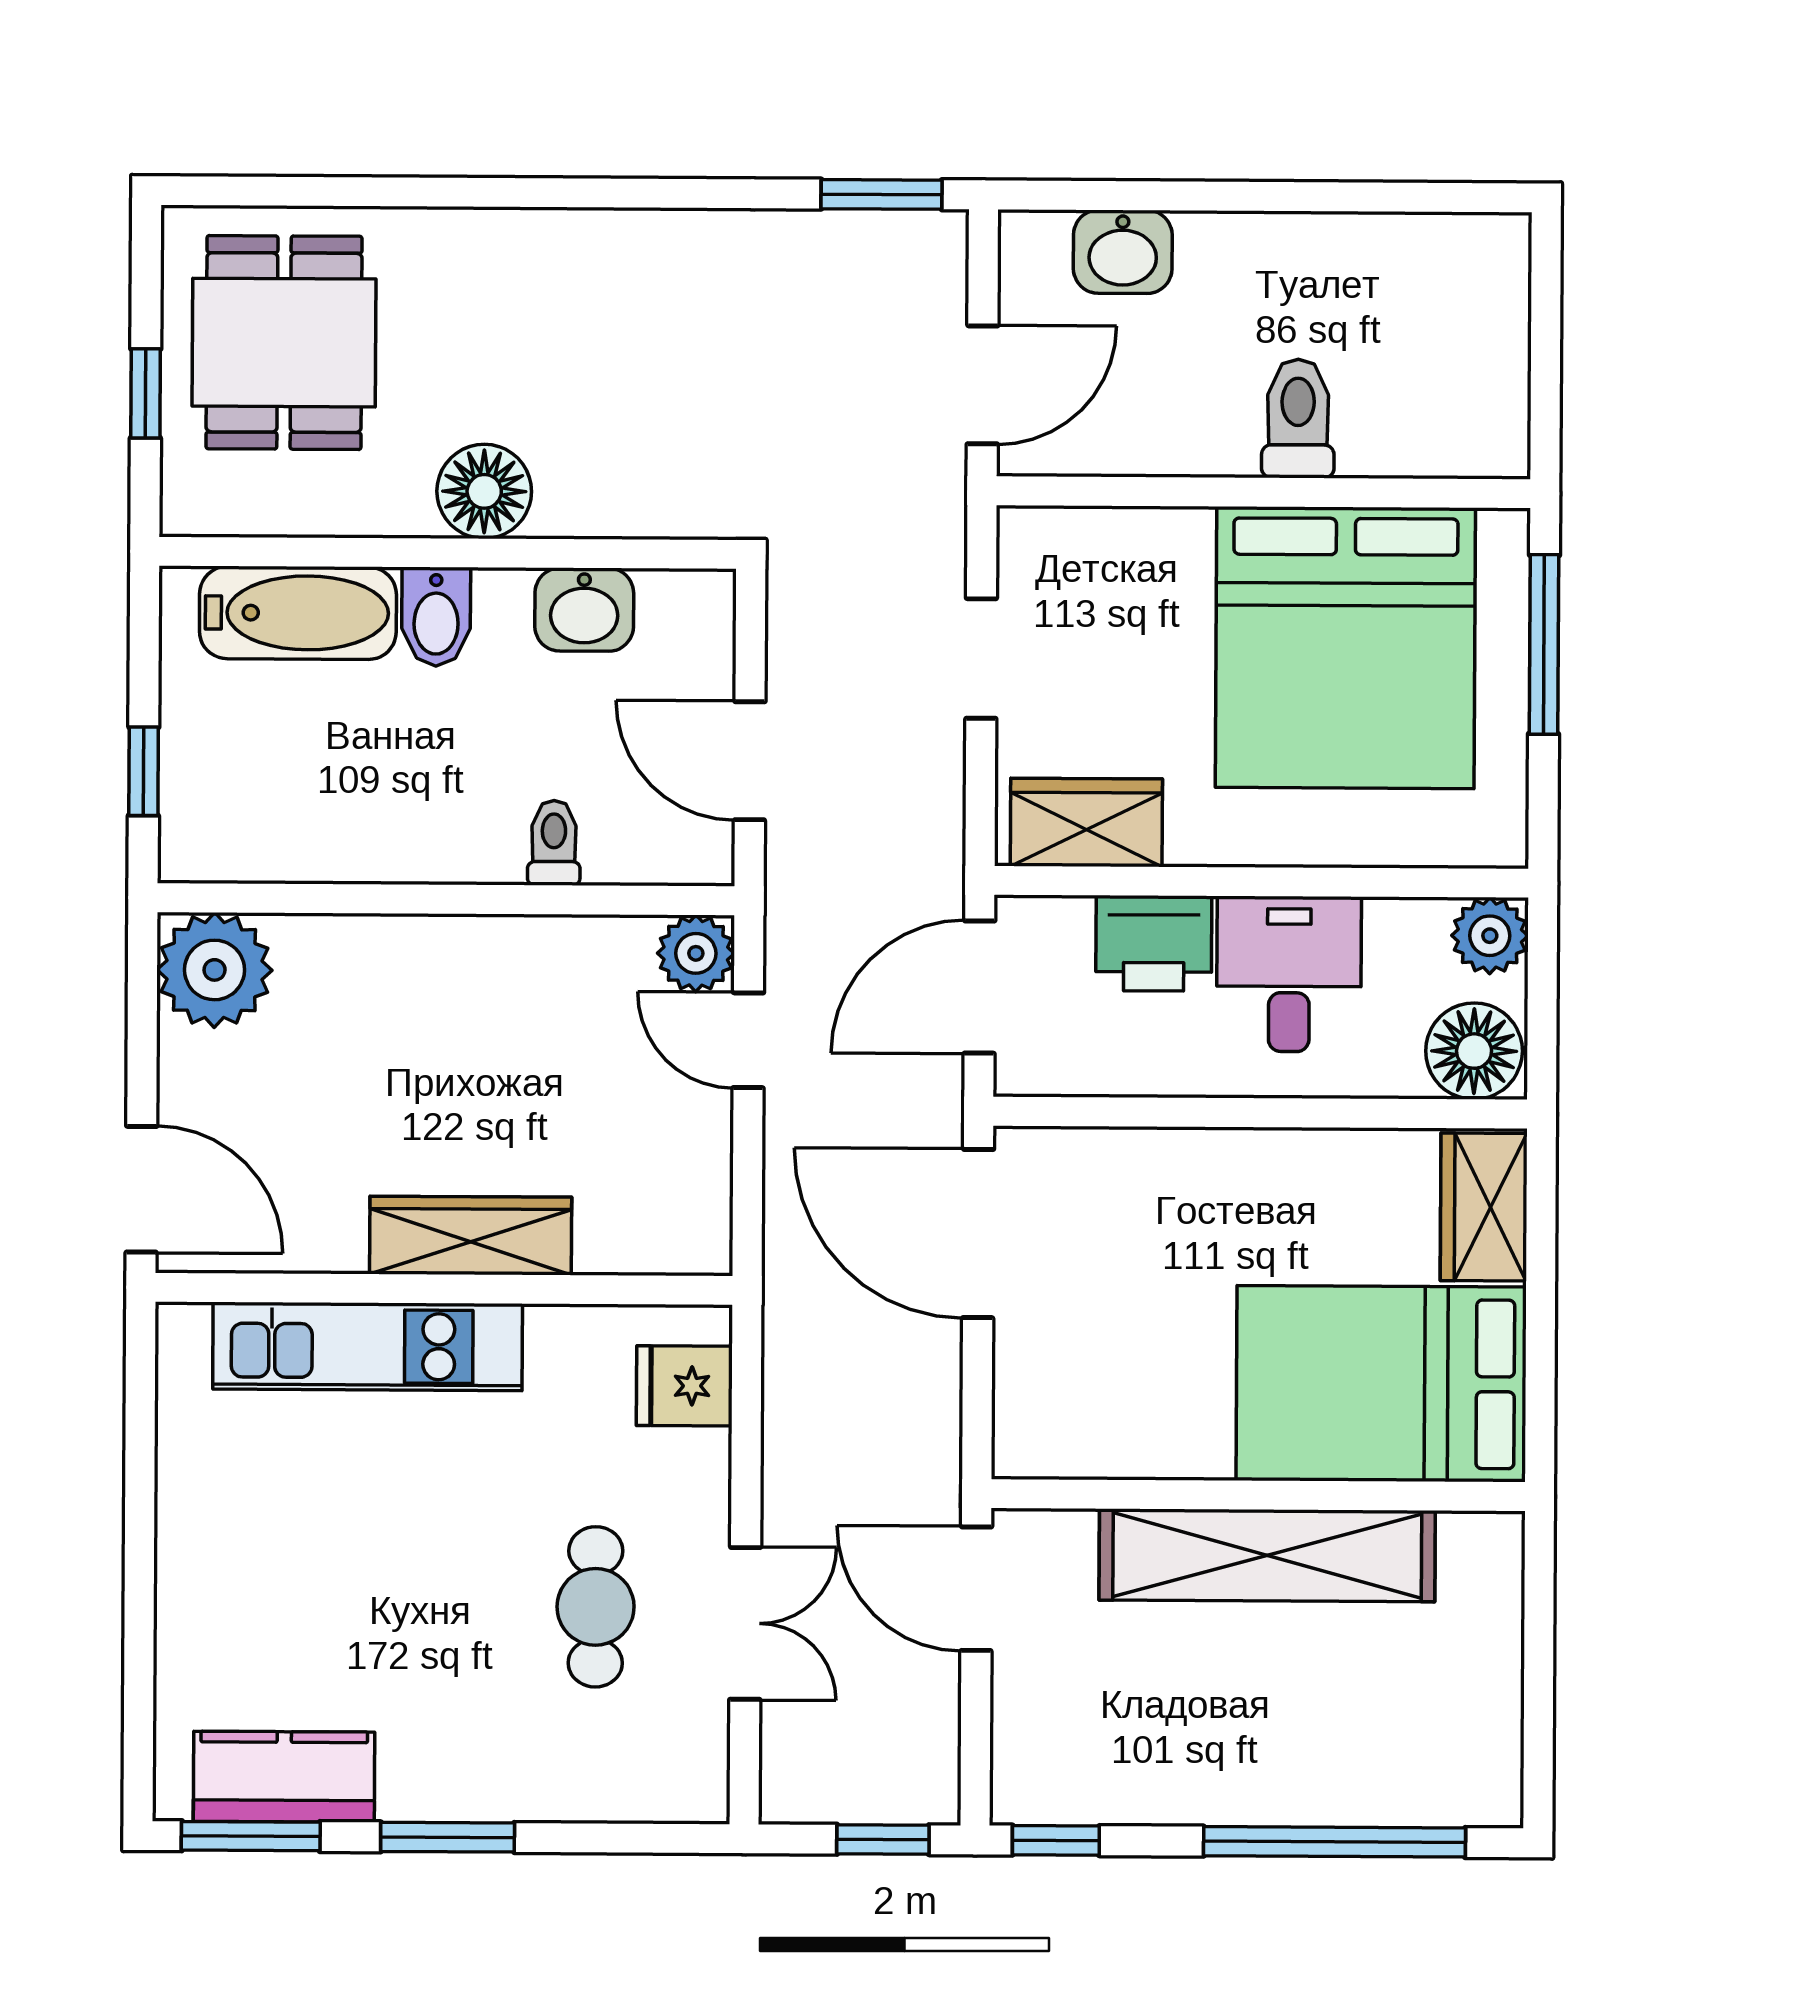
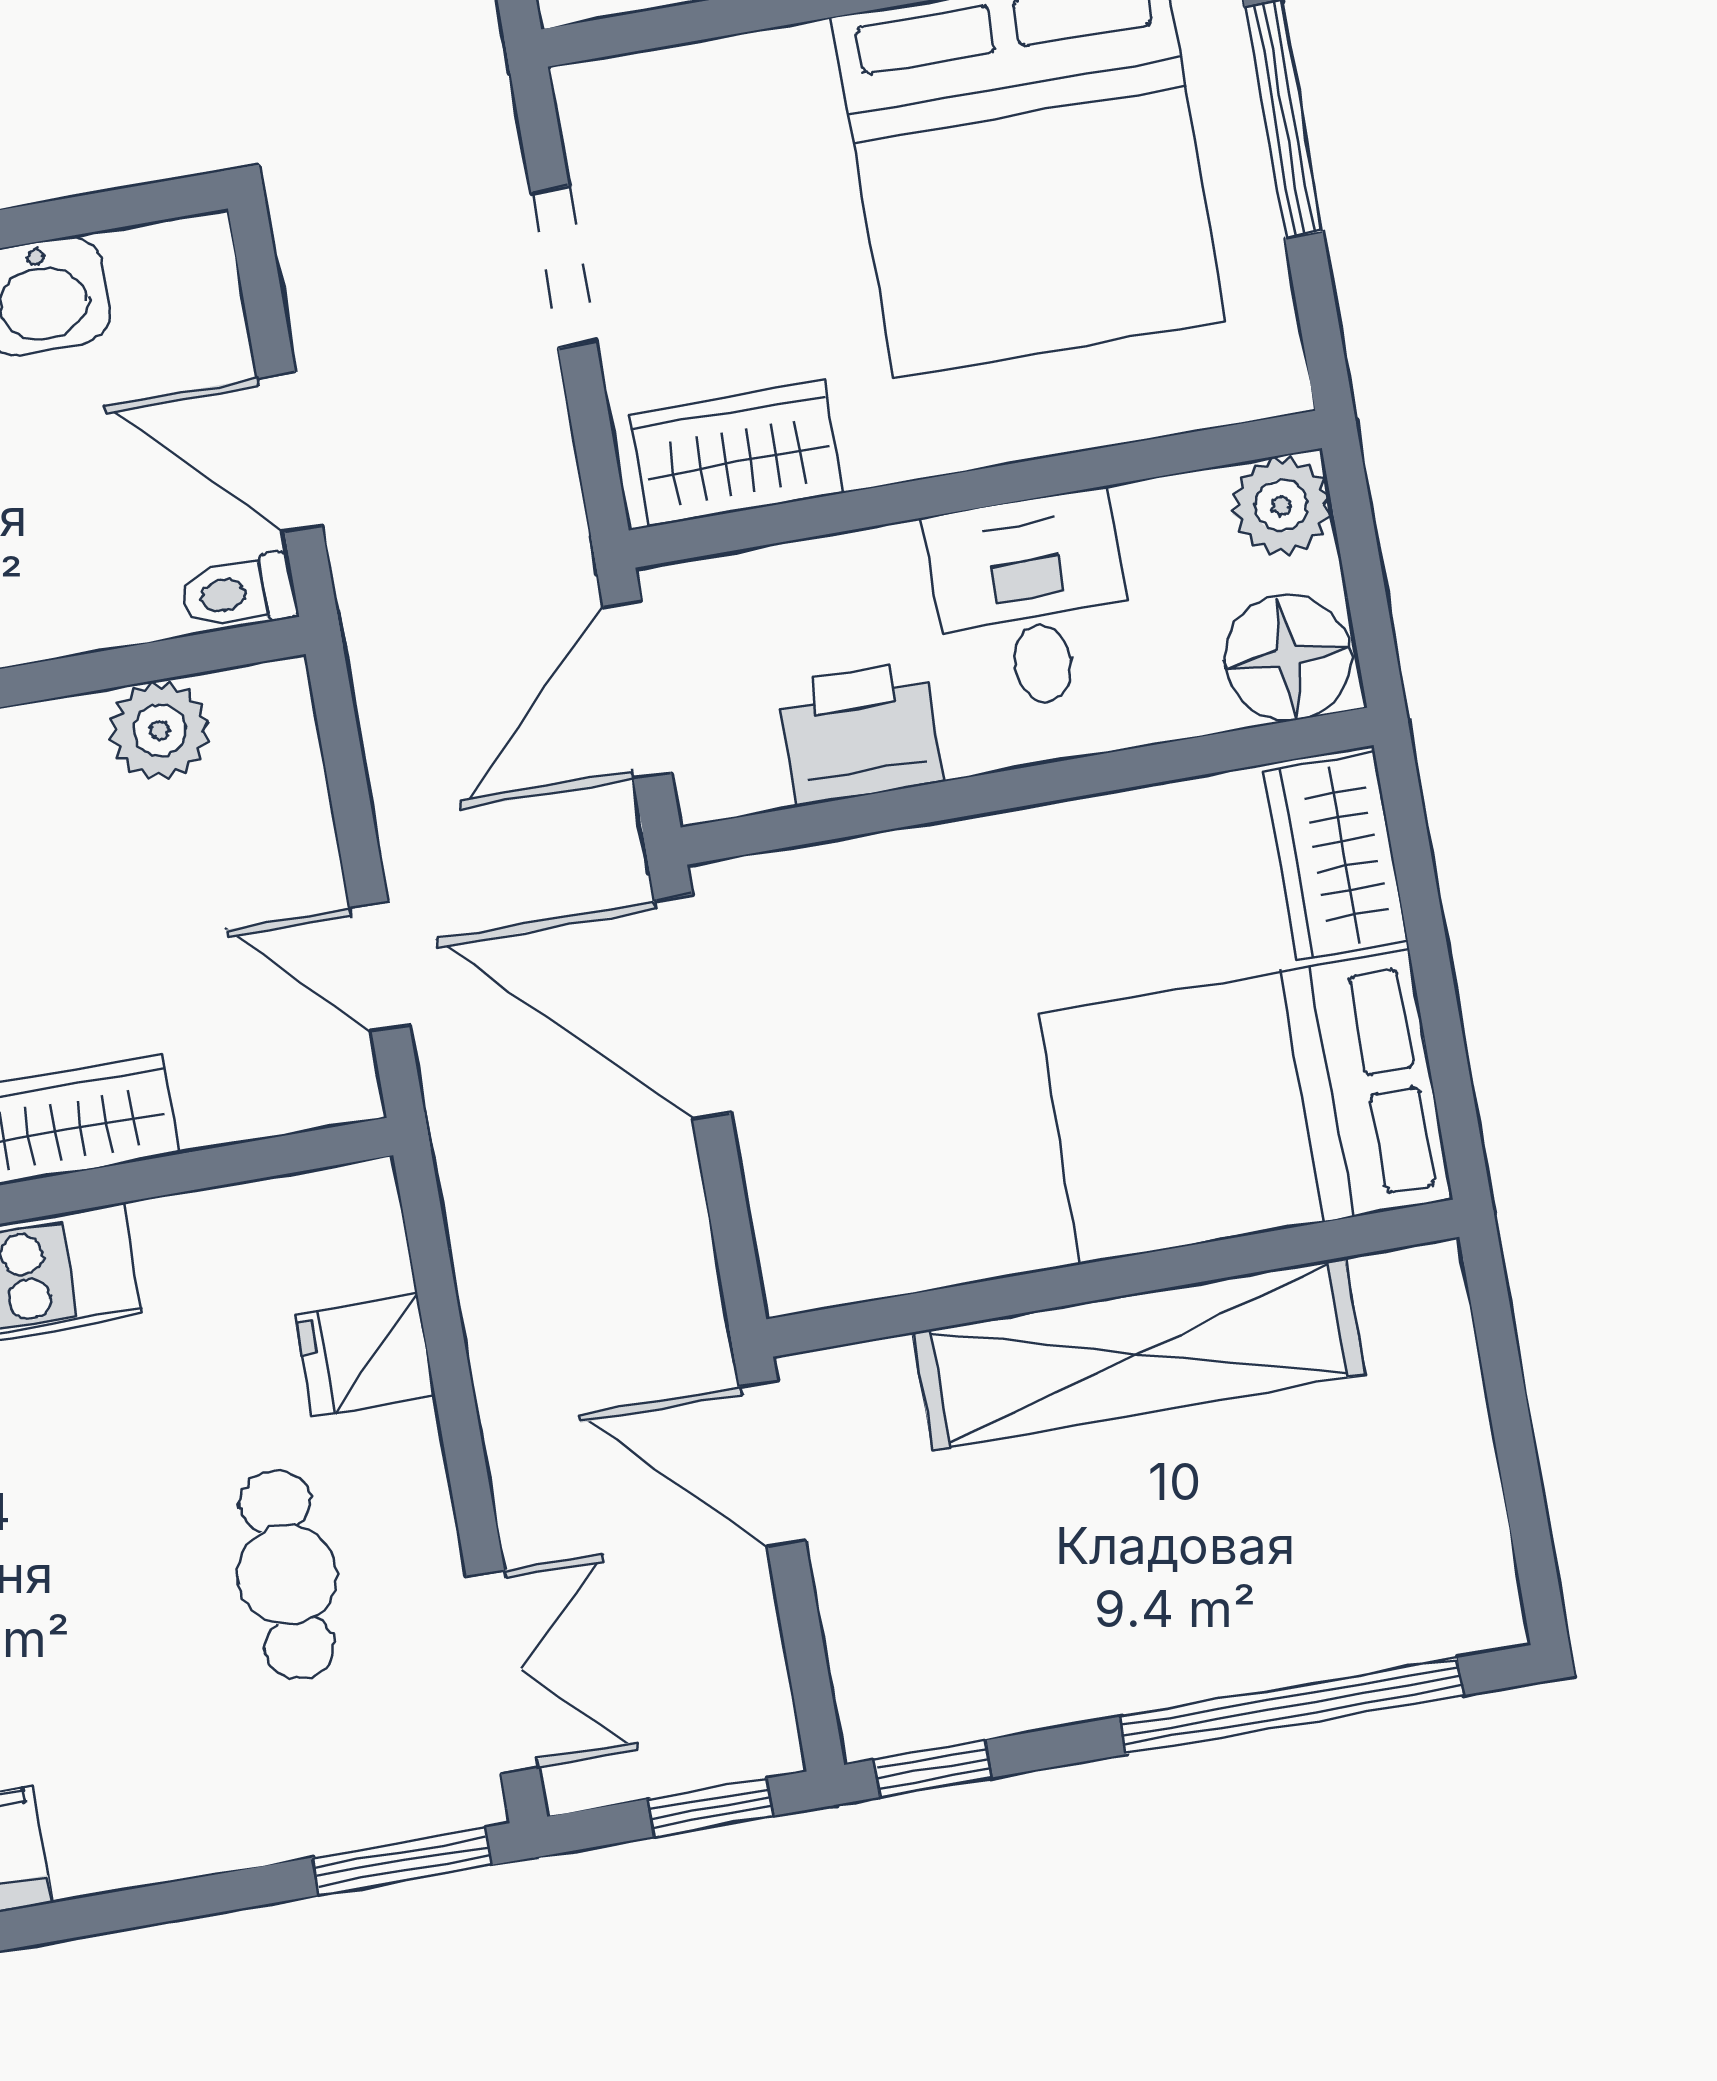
toilet: (554, 843) -> (239, 593), moved, turned -90
printer: (1154, 943) -> (860, 733), moved, turned 180
plant: (696, 953) -> (159, 730), moved
door: (748, 1040) -> (380, 967), moved
fridge: (684, 1386) -> (365, 1355), moved
double door: (745, 1623) -> (503, 1672), moved
window: (448, 1837) -> (402, 1861), moved

